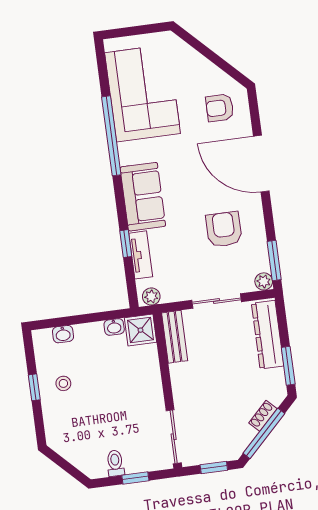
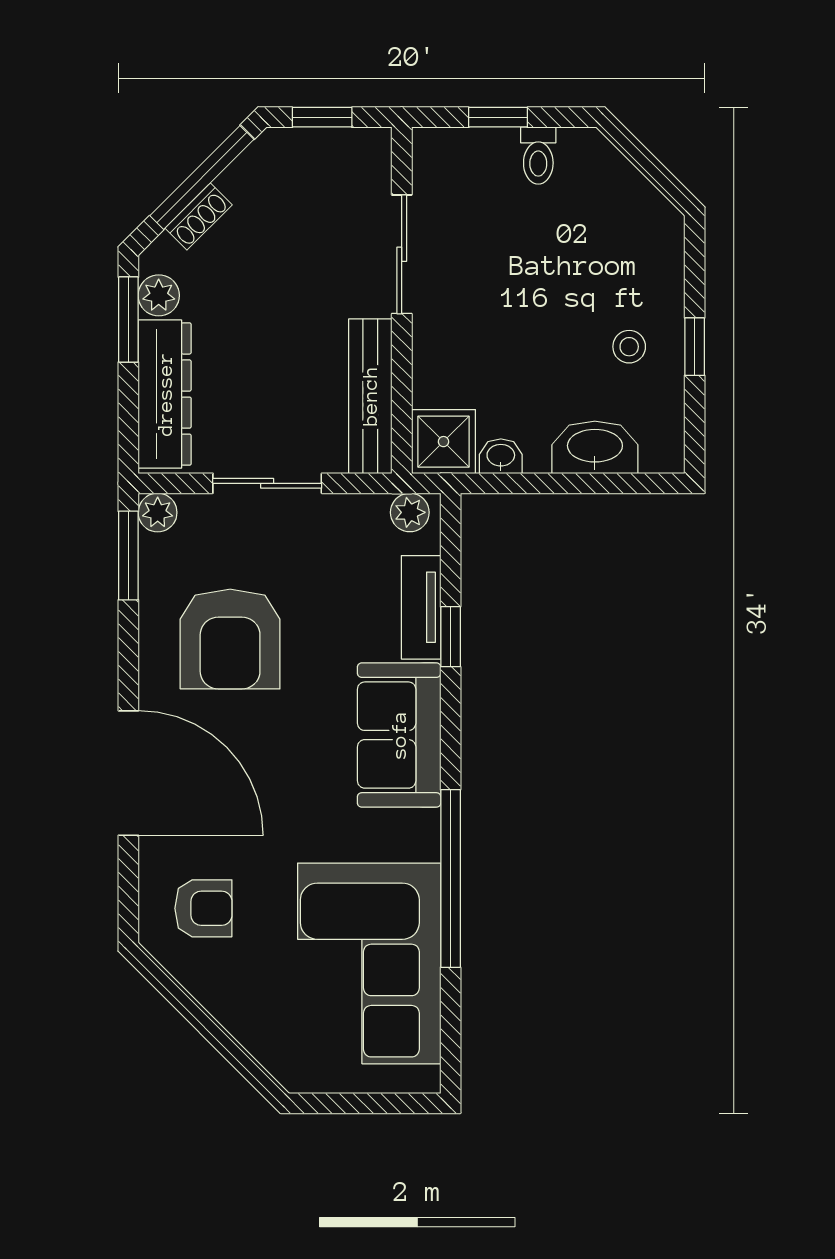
armchair: (224, 229) -> (230, 639), width x1.36, depth x1.36
washbasin: (63, 334) -> (595, 447), width x1.91, depth x1.45
bench: (175, 337) -> (370, 396), width x1.36
plant: (276, 378) -> (159, 295), added
sliding door: (174, 437) -> (402, 254), moved

